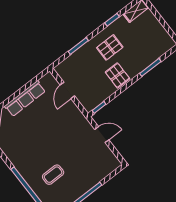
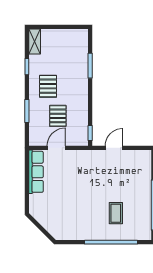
pallet: (117, 75) -> (58, 116), moved, turned 90
door: (67, 90) -> (56, 148), swing flipped
row of seats: (25, 99) -> (36, 172), moved

